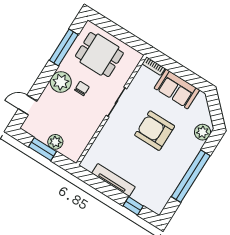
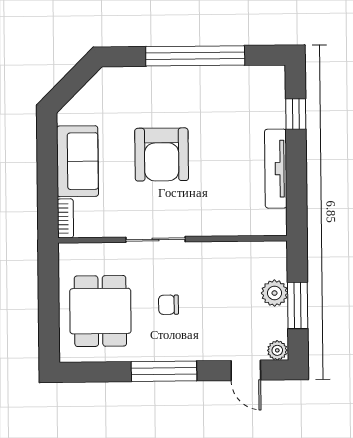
window: (64, 48) -> (164, 371), moved
plant: (61, 82) -> (277, 350), moved, width x0.53, depth x0.53
plant: (203, 132) -> (118, 81), removed

